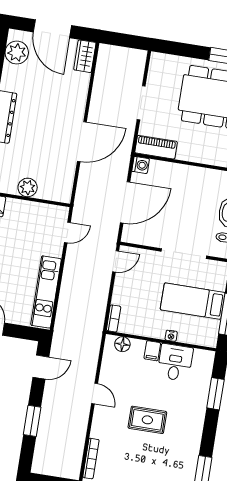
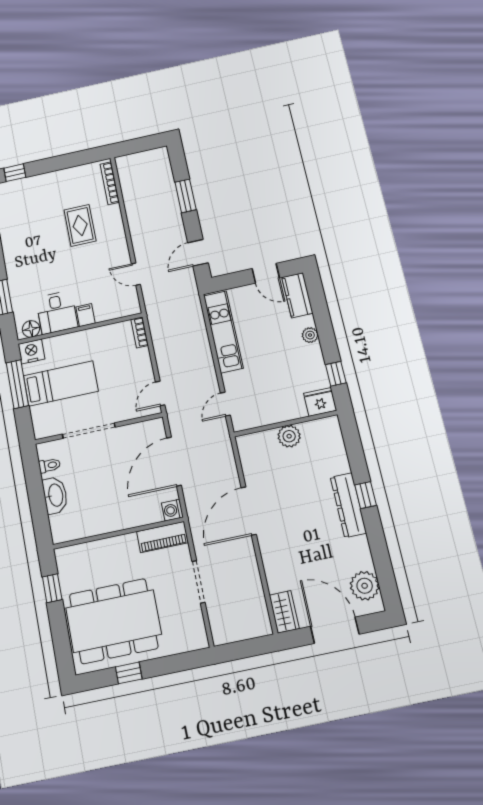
nightstand: (171, 336) -> (31, 352), moved, width x1.89, depth x1.79
floor lamp: (122, 344) -> (31, 329), moved
door: (95, 394) -> (136, 274), moved
rug: (147, 420) -> (80, 225), moved, turned 90

